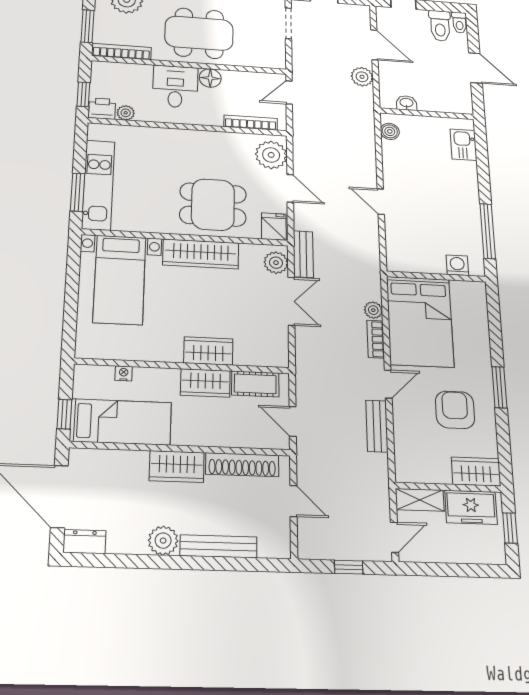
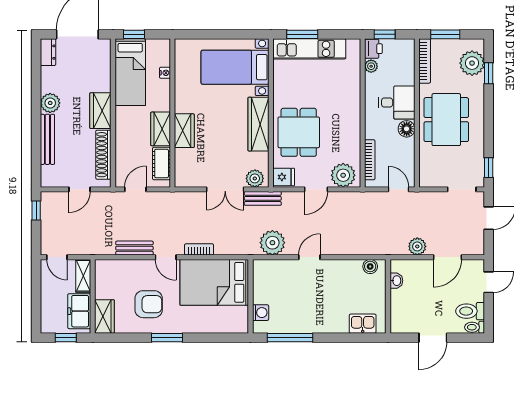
plant: (373, 310) -> (272, 243), moved, width x1.88, depth x1.88
window: (349, 567) -> (36, 211), moved

